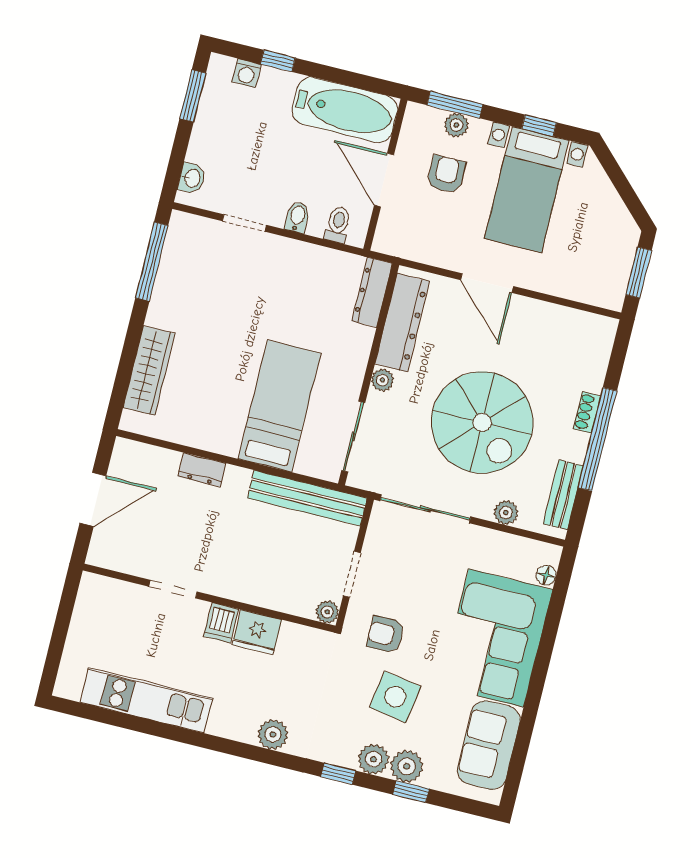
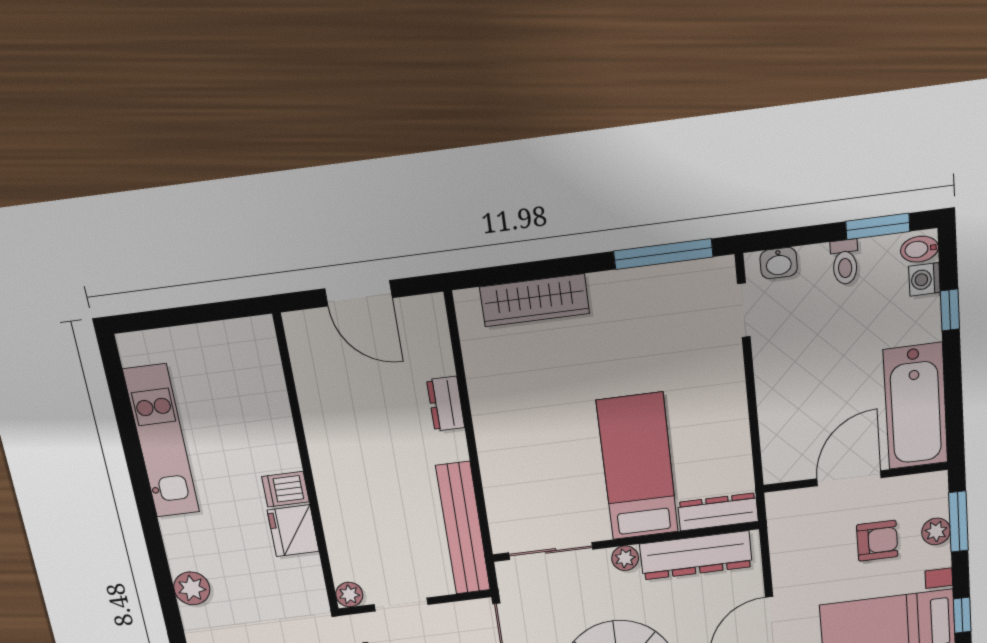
bidet: (297, 217) -> (919, 249), moved, turned 180
doorway: (244, 223) -> (744, 310), moved
toilet: (338, 225) -> (845, 262), moved, turned 90
bed: (280, 406) -> (638, 467), moved, turned -90
doorway: (173, 589) -> (298, 423), removed

